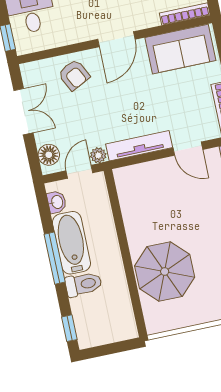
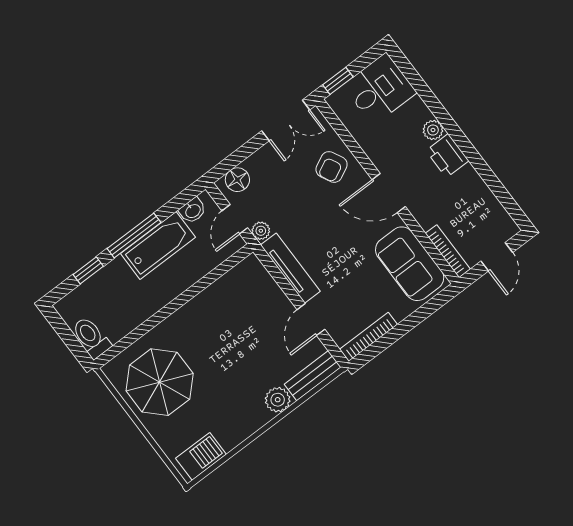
double door: (23, 112) -> (286, 120), moved
door: (79, 172) -> (235, 219), swing flipped
parasol: (165, 272) -> (160, 382), moved
toilet: (83, 284) -> (91, 337), moved, turned 180
window: (69, 328) -> (88, 270), moved

